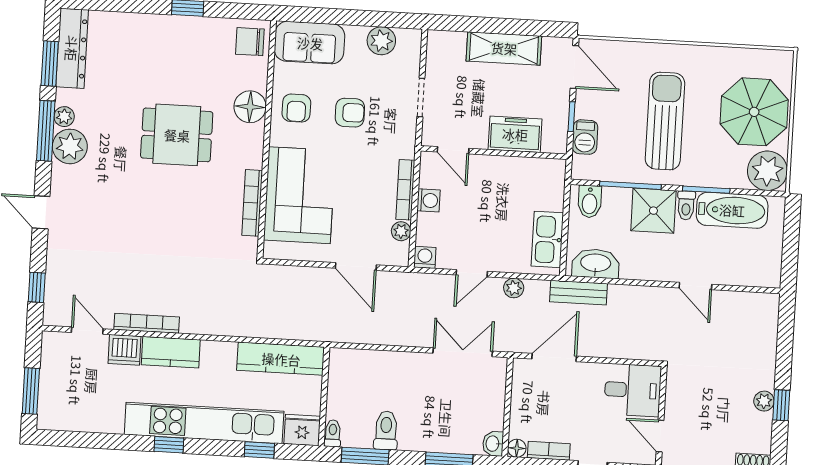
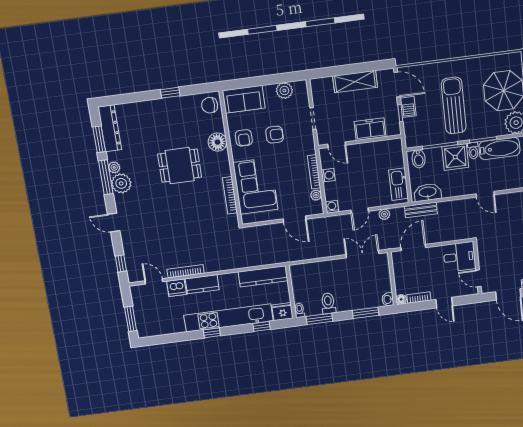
barbecue: (585, 137) -> (408, 107), moved

